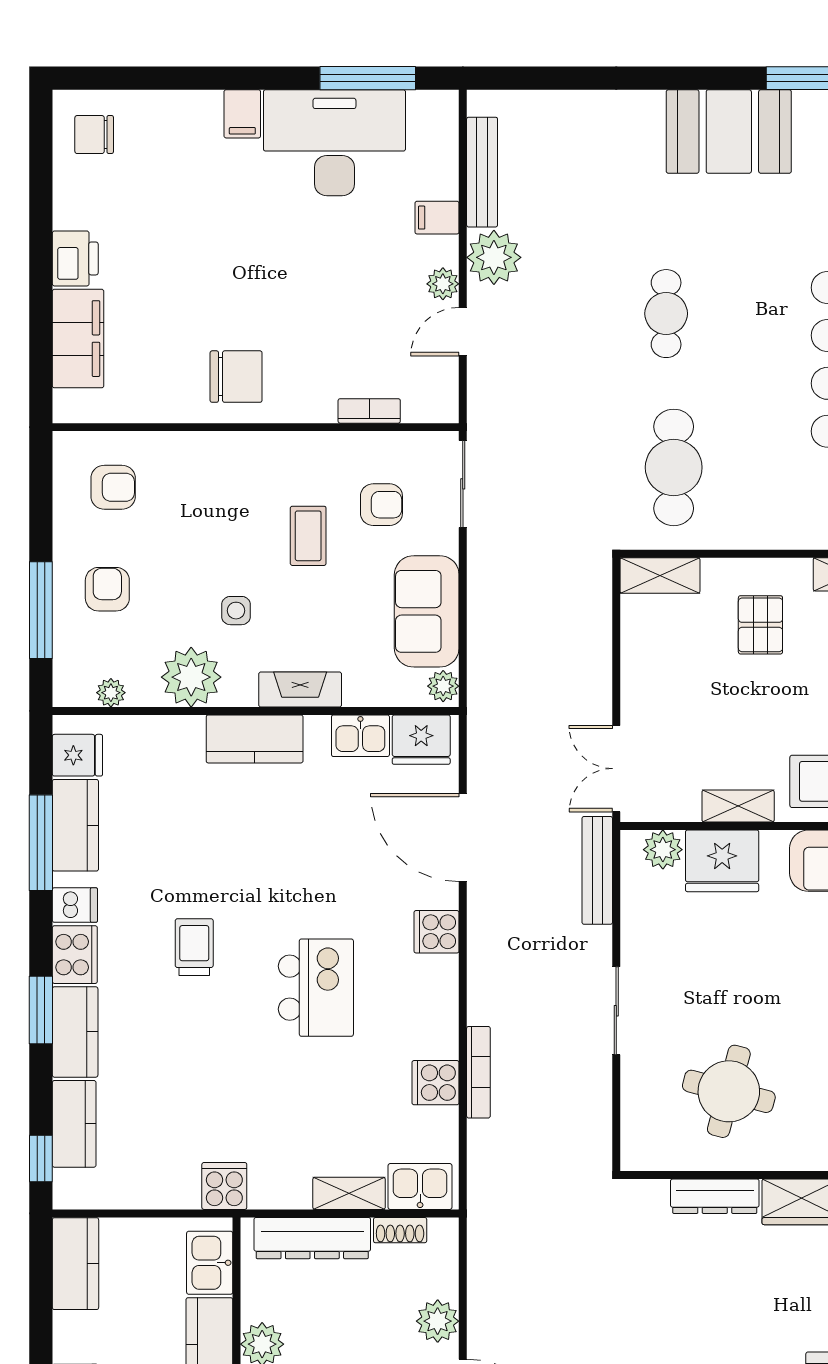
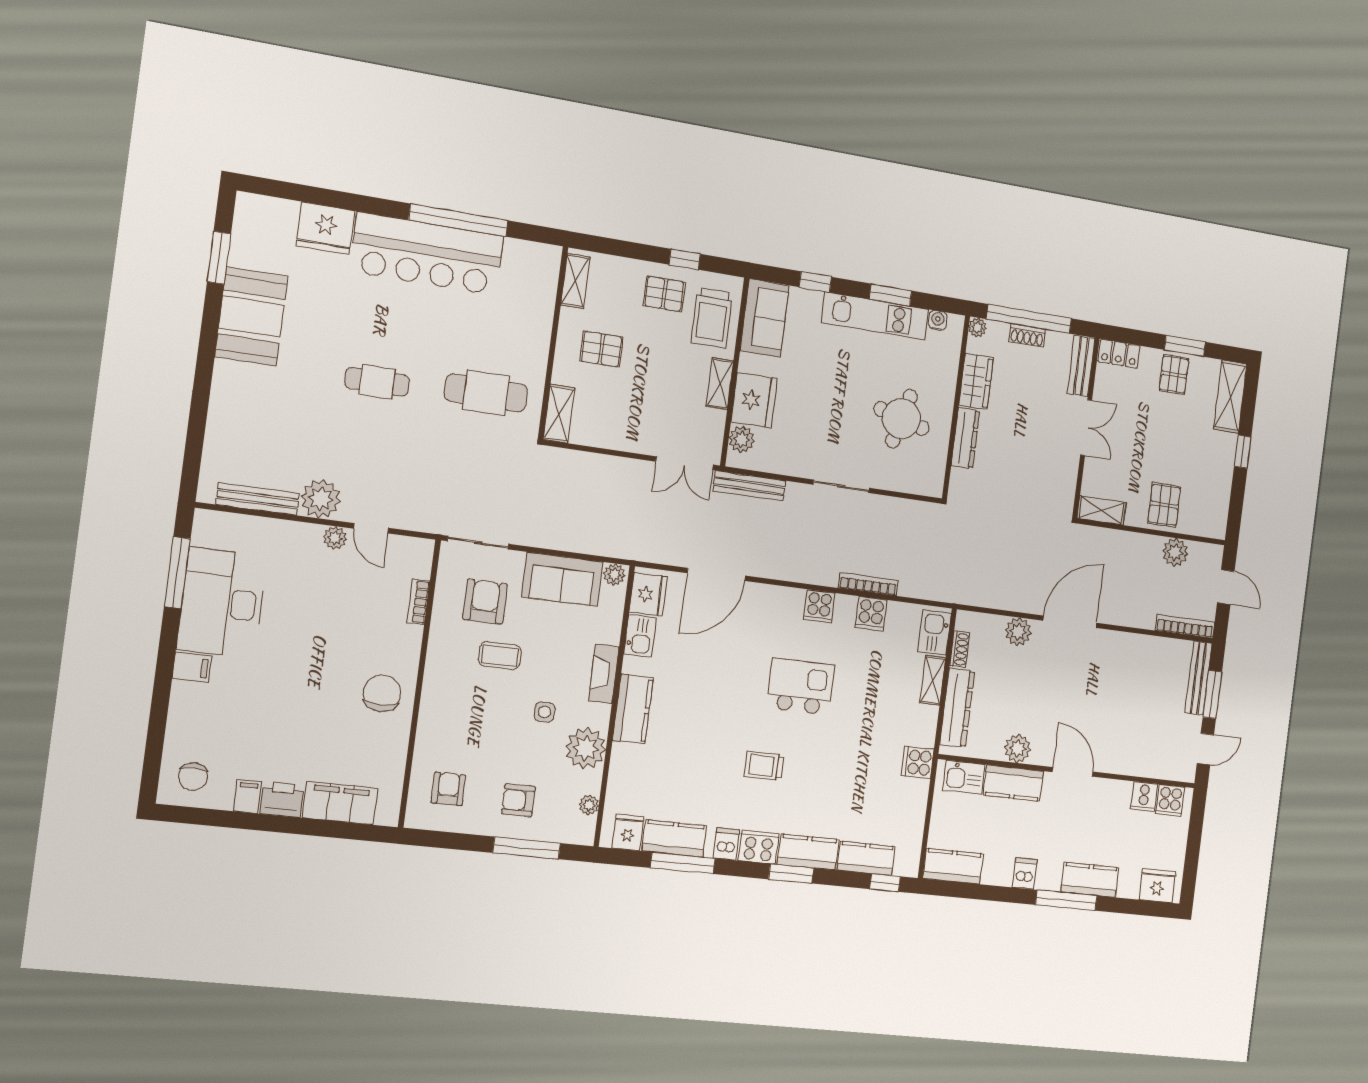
filing cabinet: (437, 218) -> (248, 797), moved, turned 180
armchair: (381, 505) -> (485, 602), width x1.38, depth x1.38
cooker: (436, 932) -> (819, 606), moved

